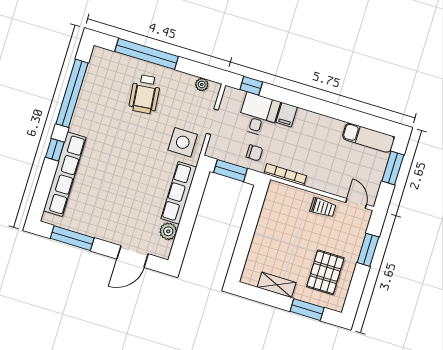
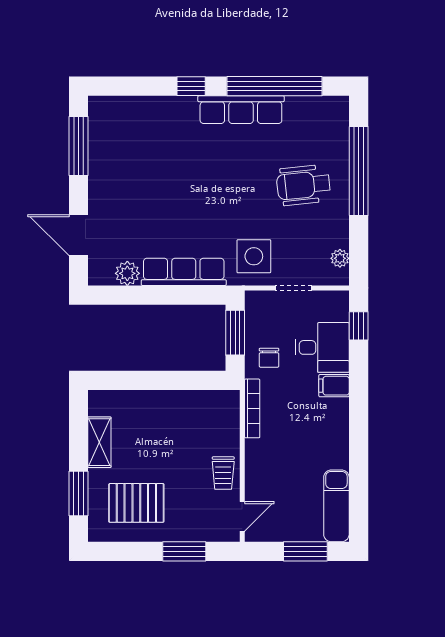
row of seats: (65, 174) -> (241, 110), moved, width x0.73

